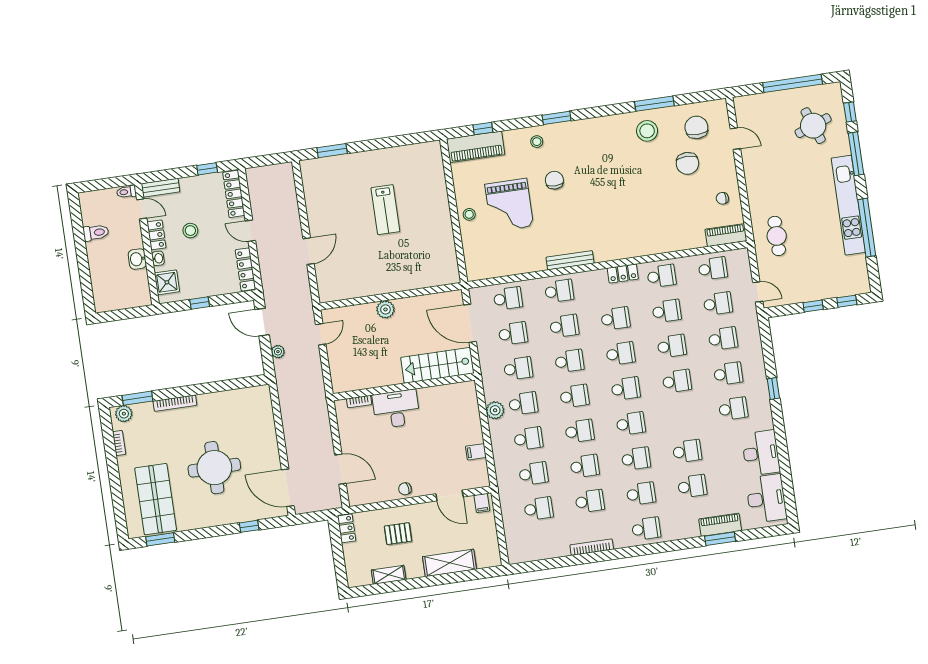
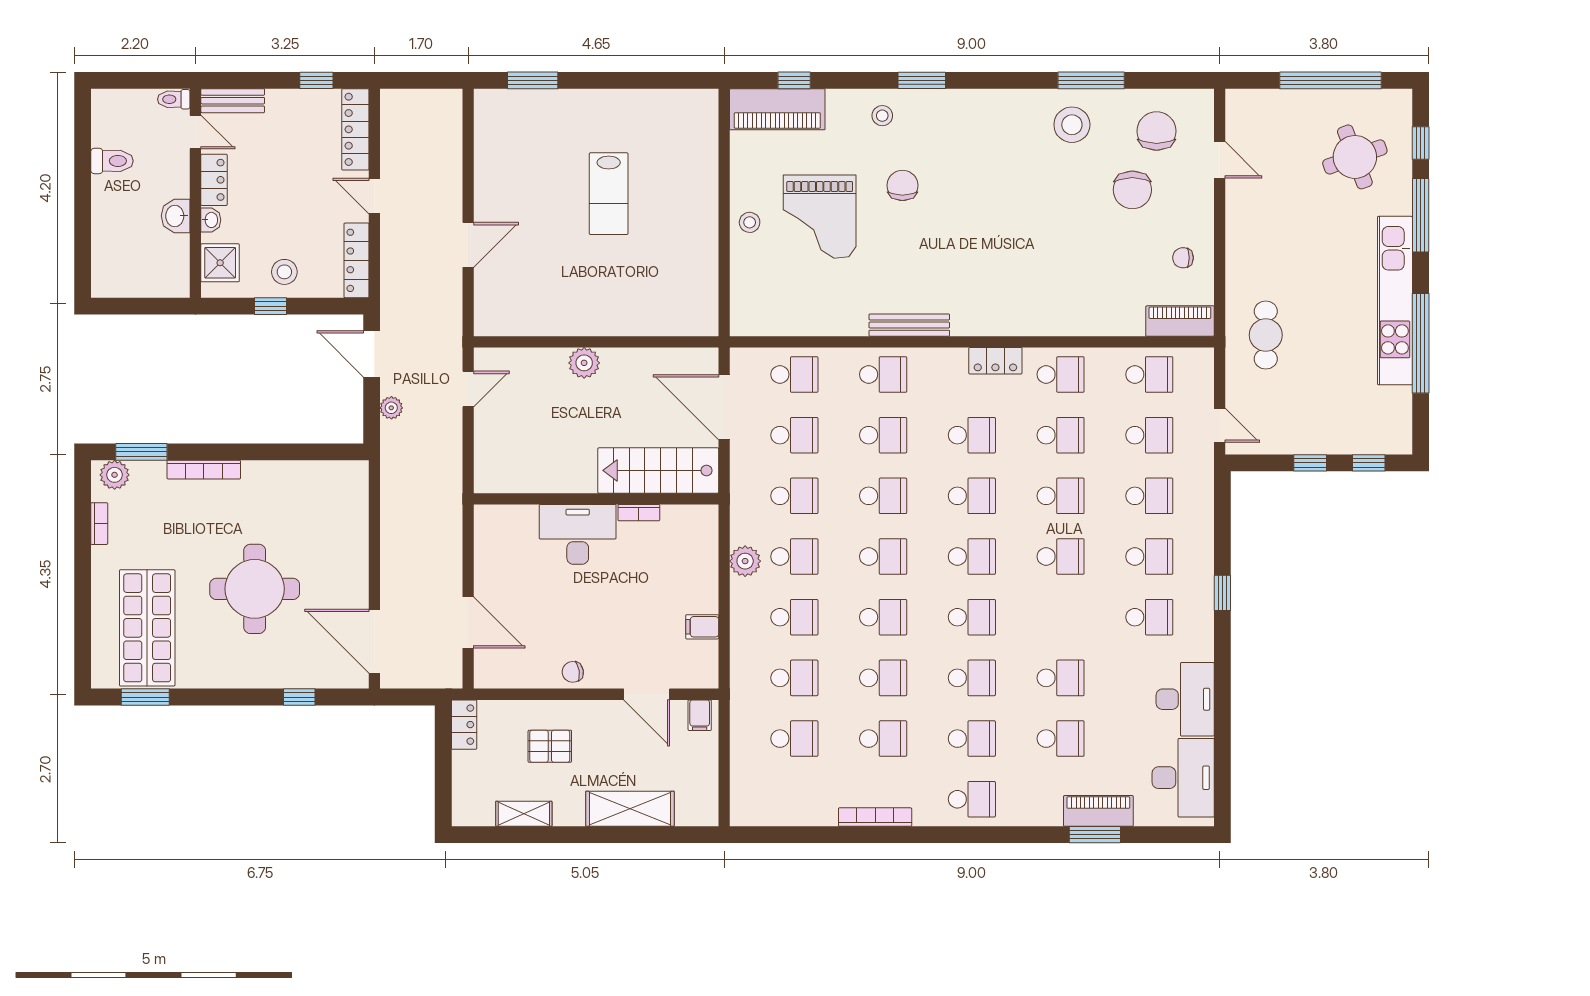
stool: (190, 231) -> (284, 272), moved
bookcase: (359, 402) -> (639, 513), moved

